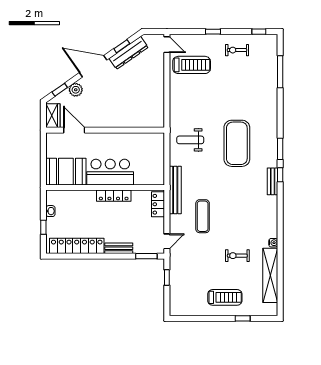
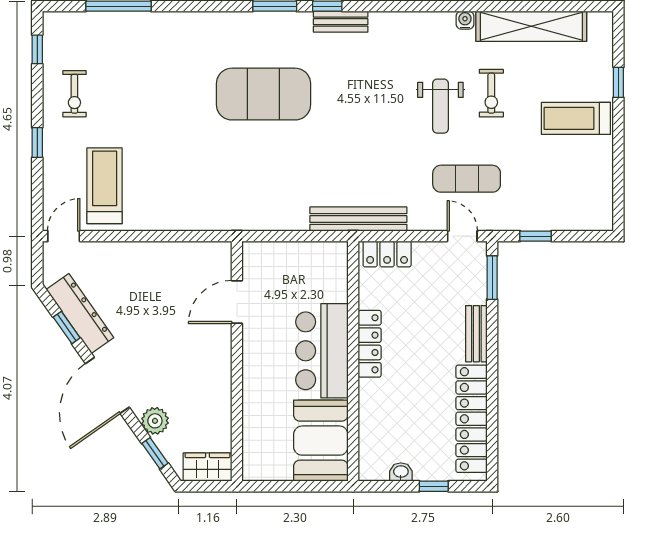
door: (74, 130) -> (237, 302), moved
weight bench: (190, 140) -> (440, 106), moved
exercise mat: (203, 216) -> (467, 179), moved
treadmill: (225, 297) -> (576, 118), turned -90

